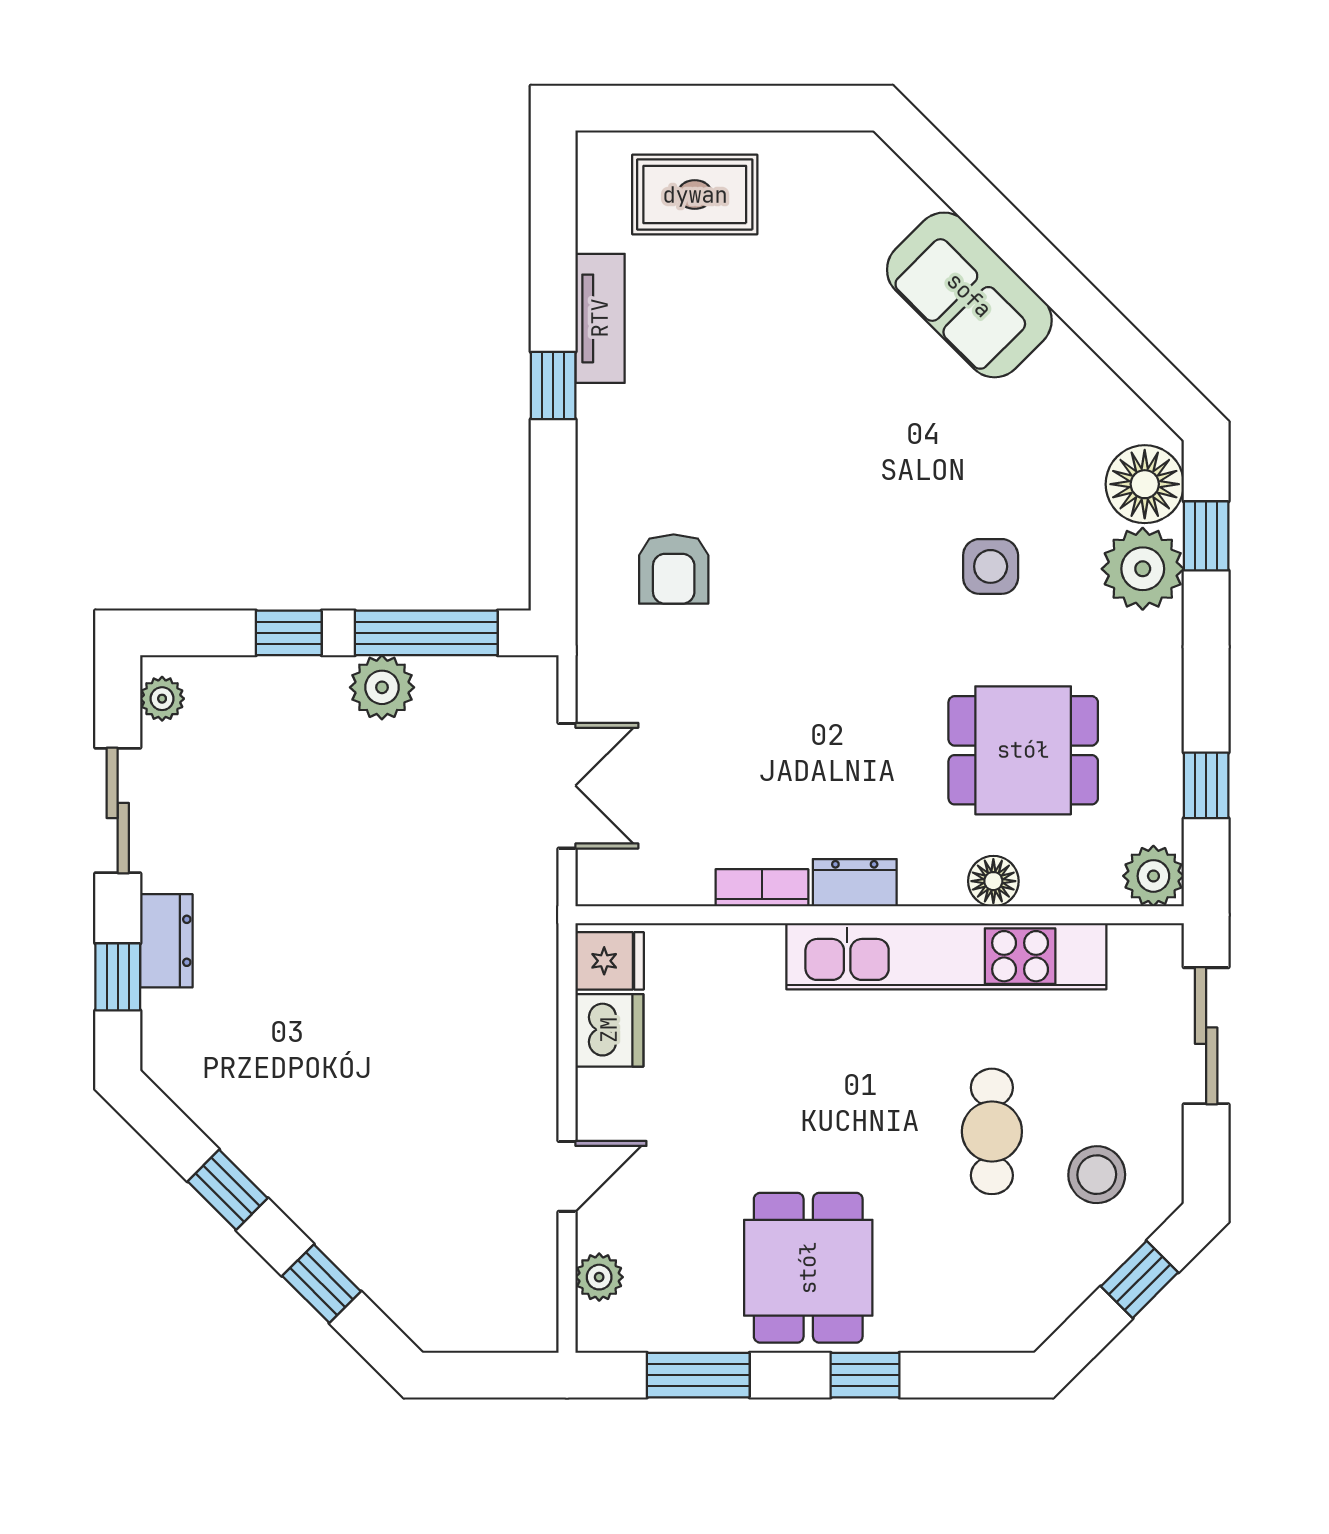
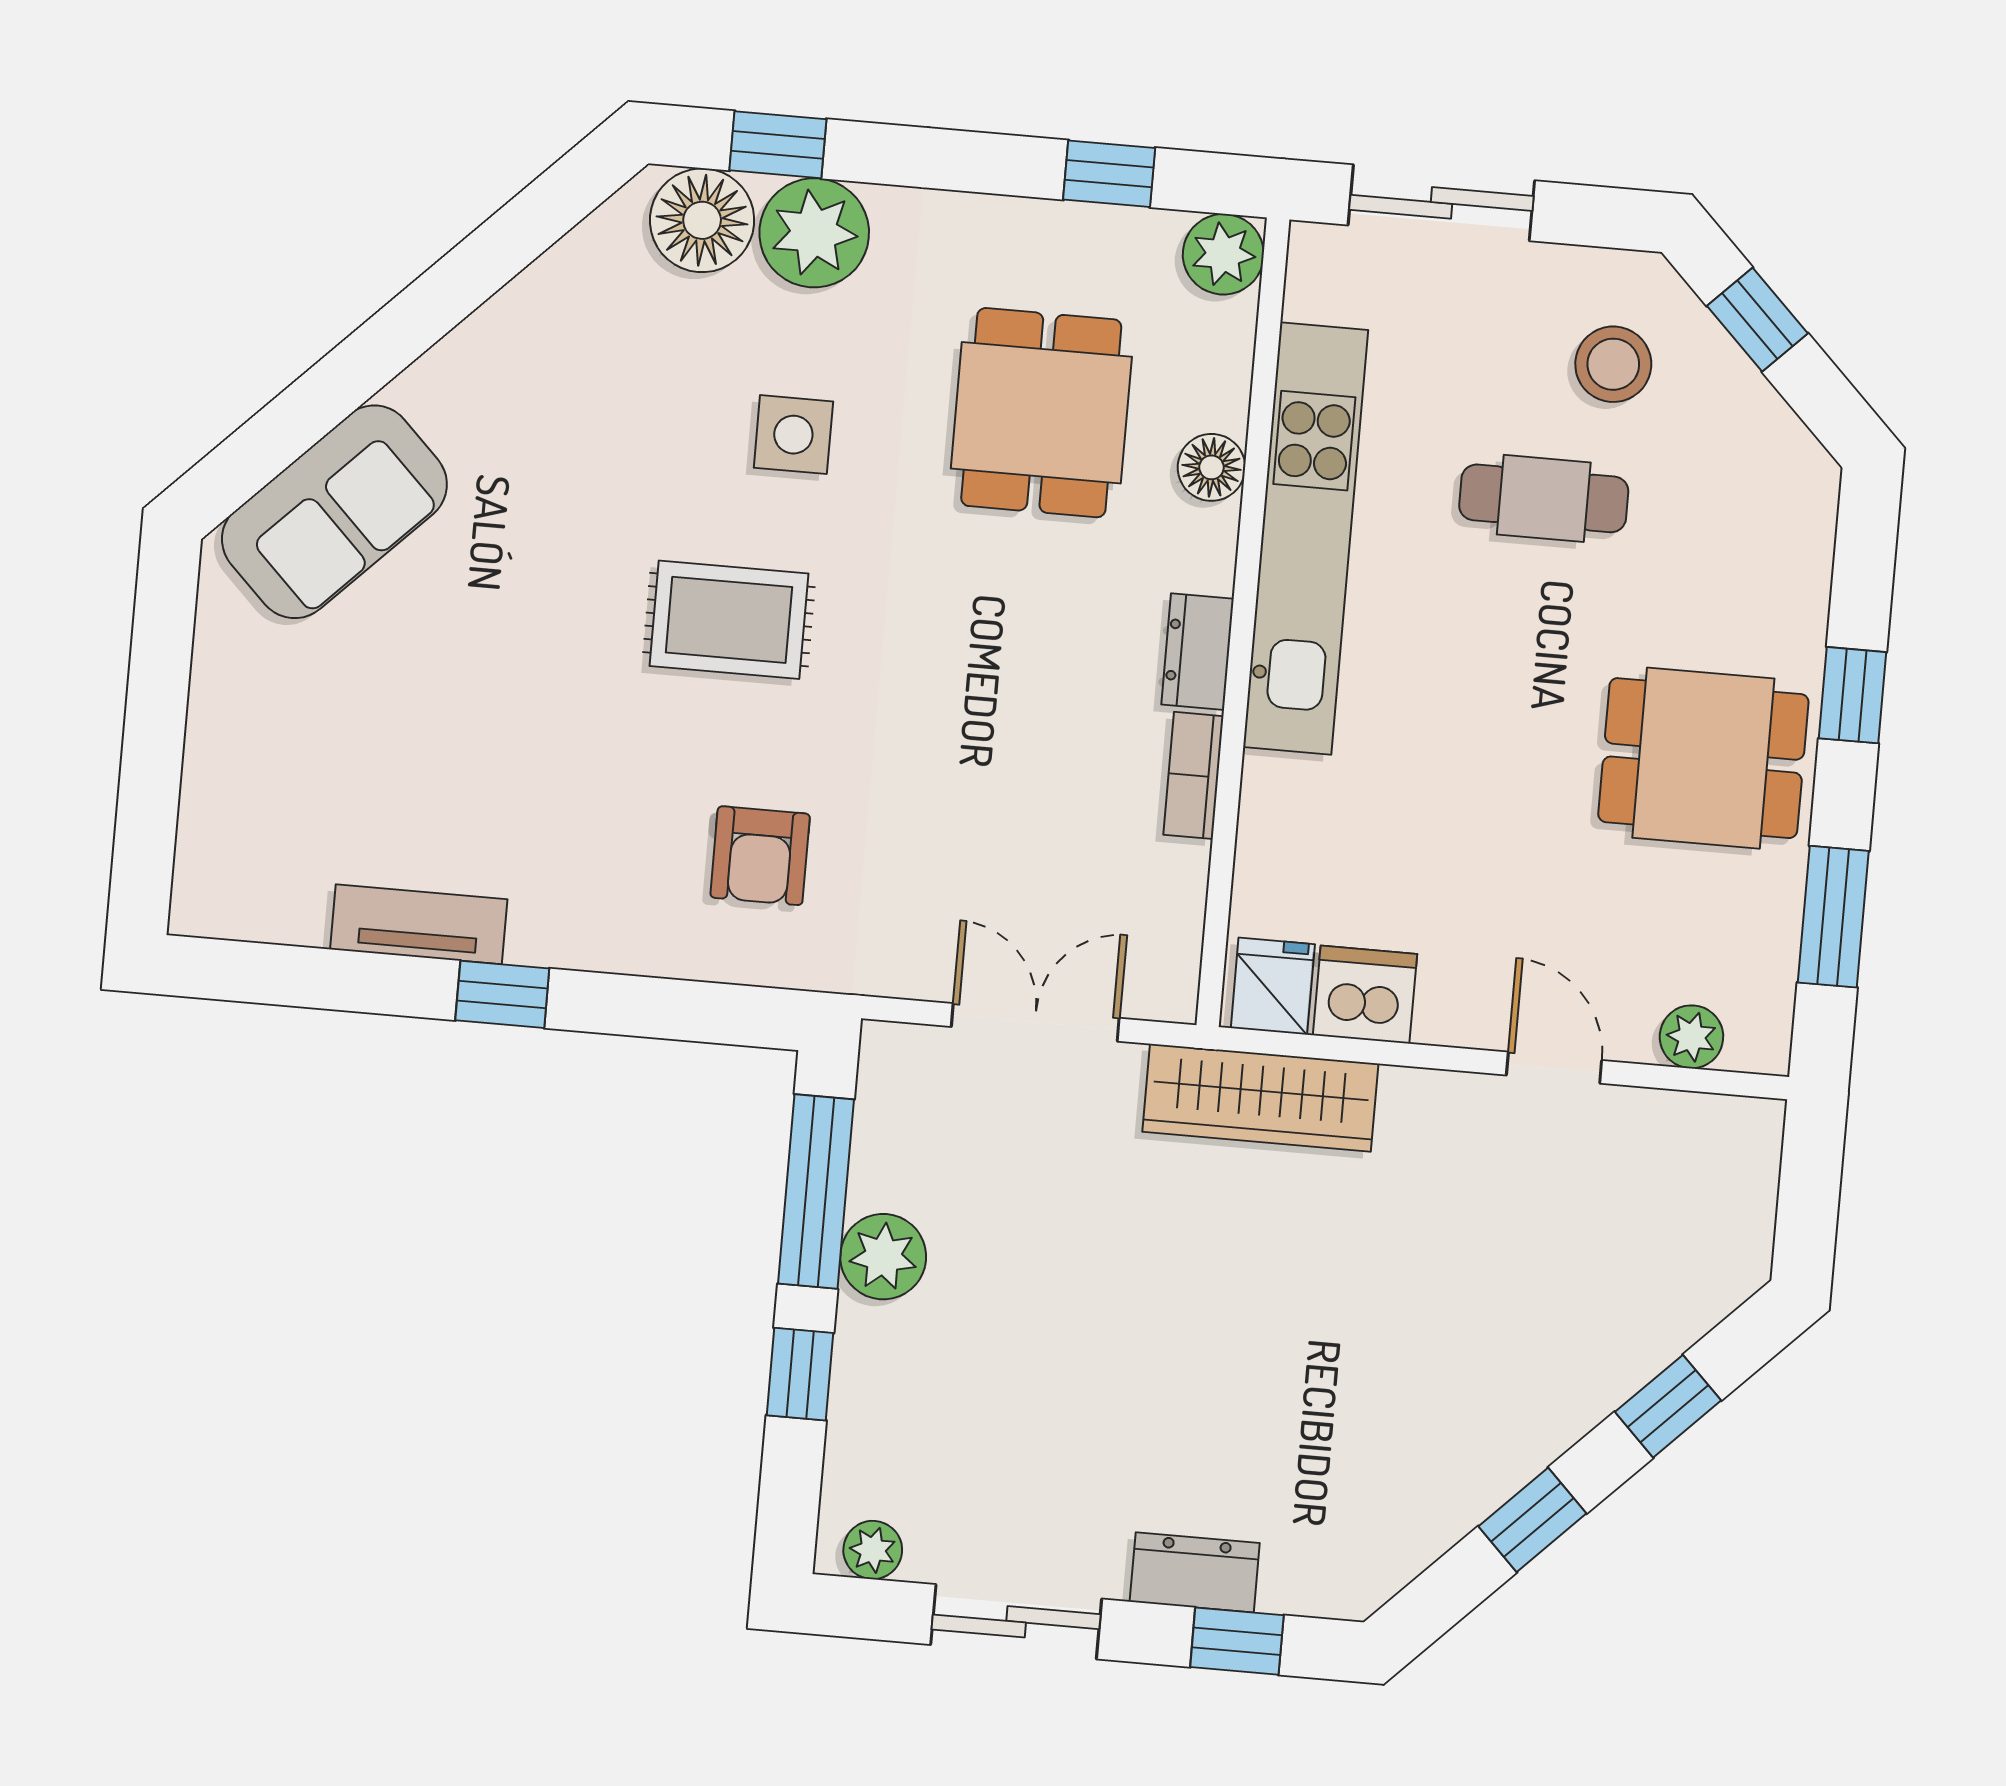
rug: (695, 195) -> (729, 620), moved, turned 90
sofa: (969, 295) -> (334, 512), moved
armchair: (674, 569) -> (760, 856), turned 90
wardrobe: (525, 959) -> (1260, 1098), added

